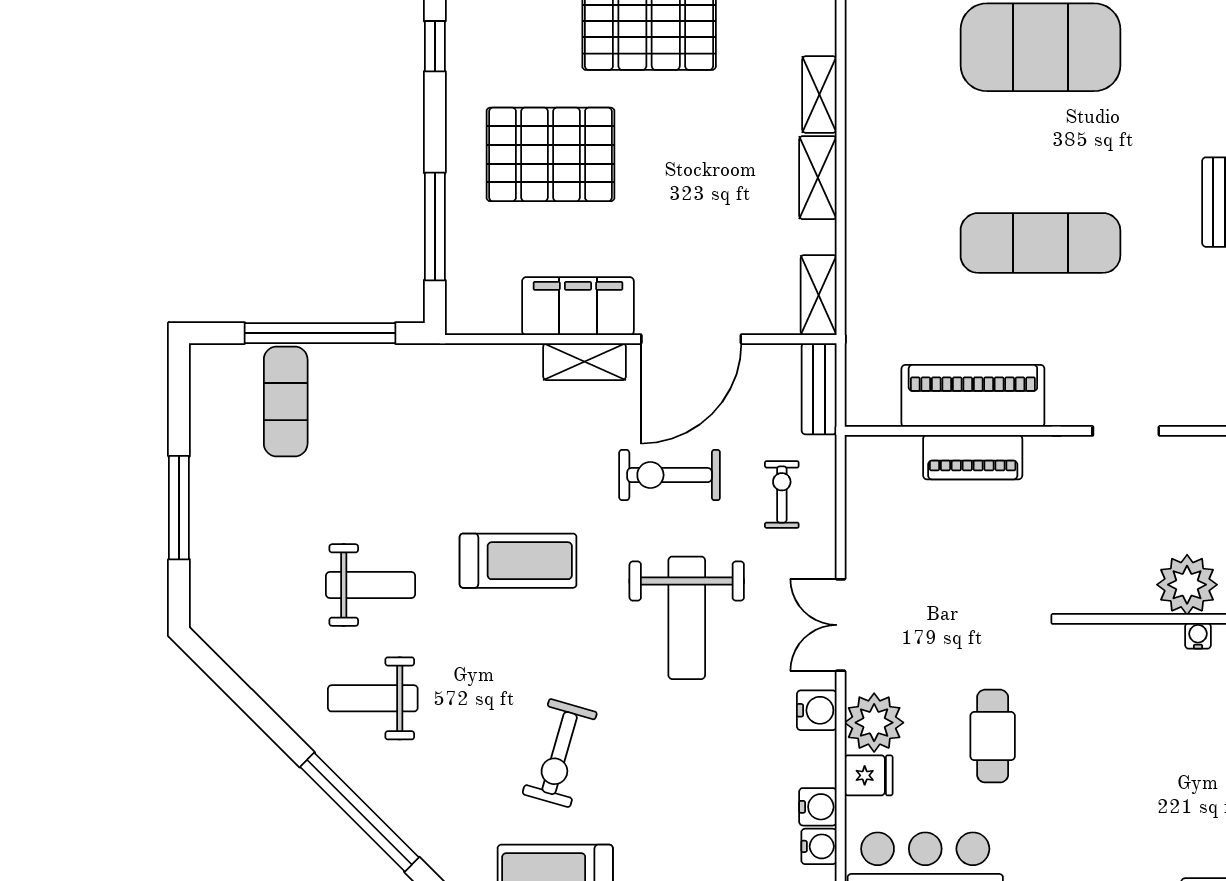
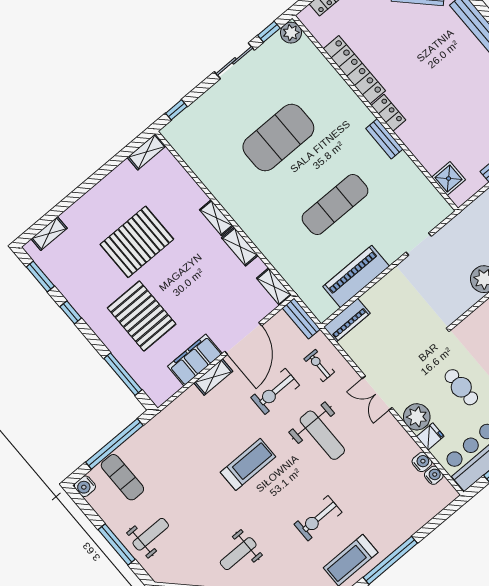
pallet: (550, 154) -> (142, 316), turned 90
piano: (973, 457) -> (347, 320), moved
weight bench: (371, 585) -> (151, 534), moved
water cooler: (817, 710) -> (85, 486), moved, turned 180
exercise bike: (560, 753) -> (318, 518), turned 74

